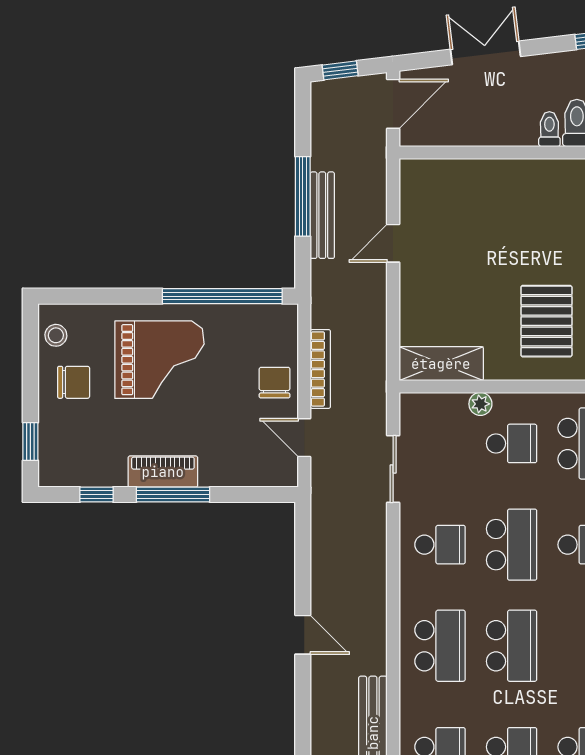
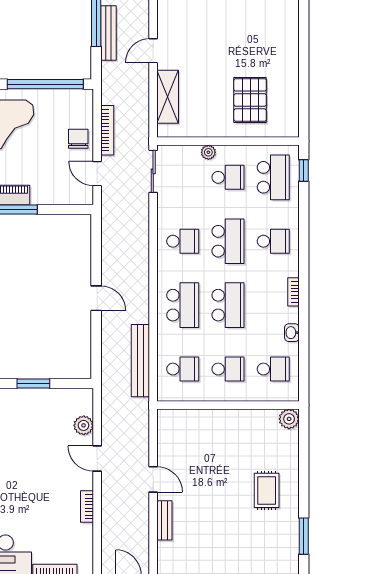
shelving: (441, 364) -> (168, 97), moved, turned 90
sliding door: (393, 469) -> (153, 171), moved

